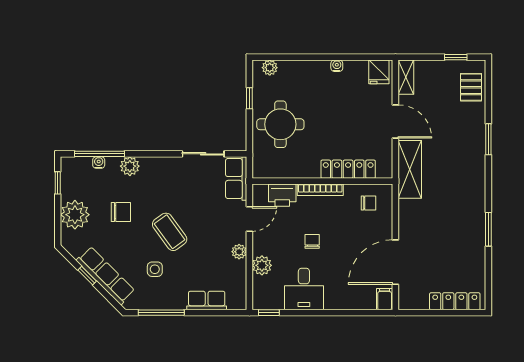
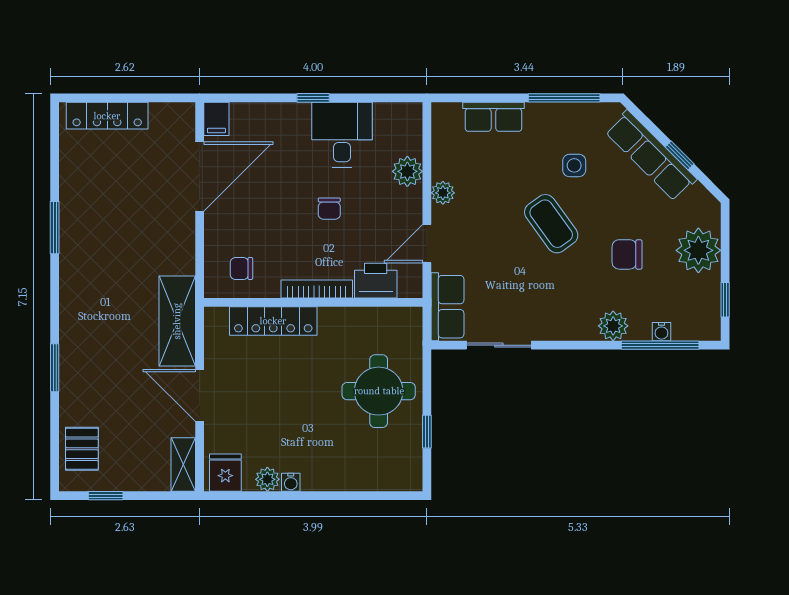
plant: (270, 68) -> (267, 479), moved
window: (269, 313) -> (313, 98), moved

